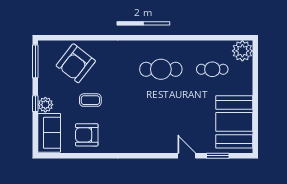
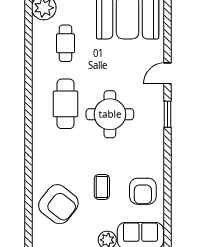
round table: (152, 107) -> (110, 114), added
window: (218, 156) -> (167, 114), moved

